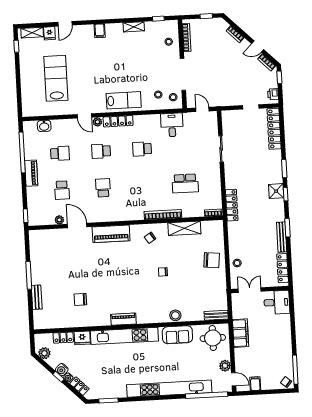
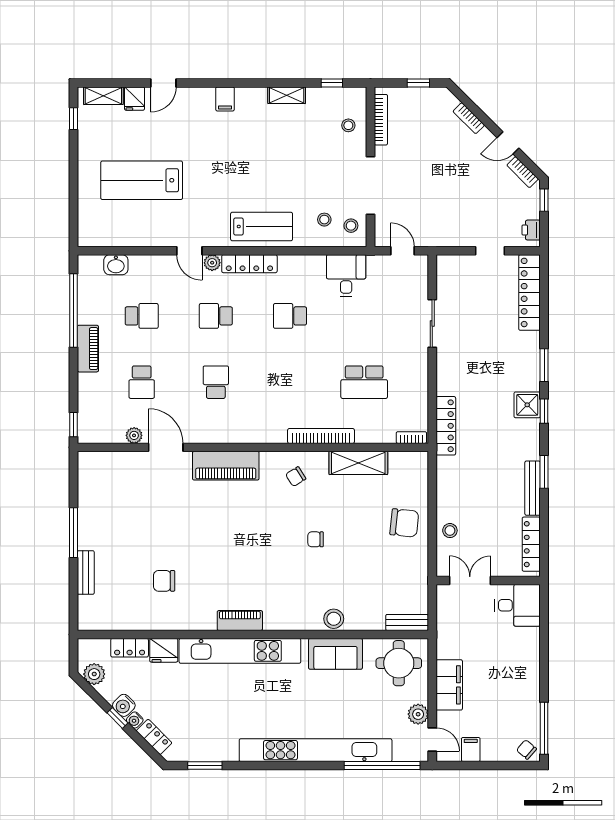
lab bench: (56, 78) -> (142, 180), turned -90
filing cabinet: (241, 333) -> (449, 685), moved

